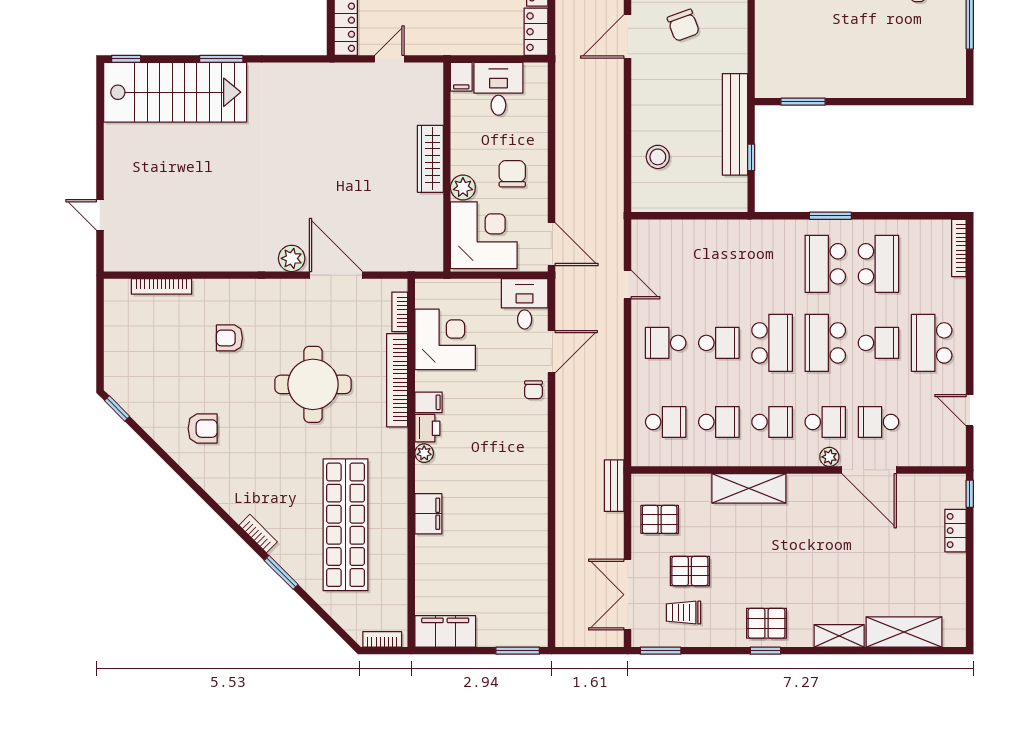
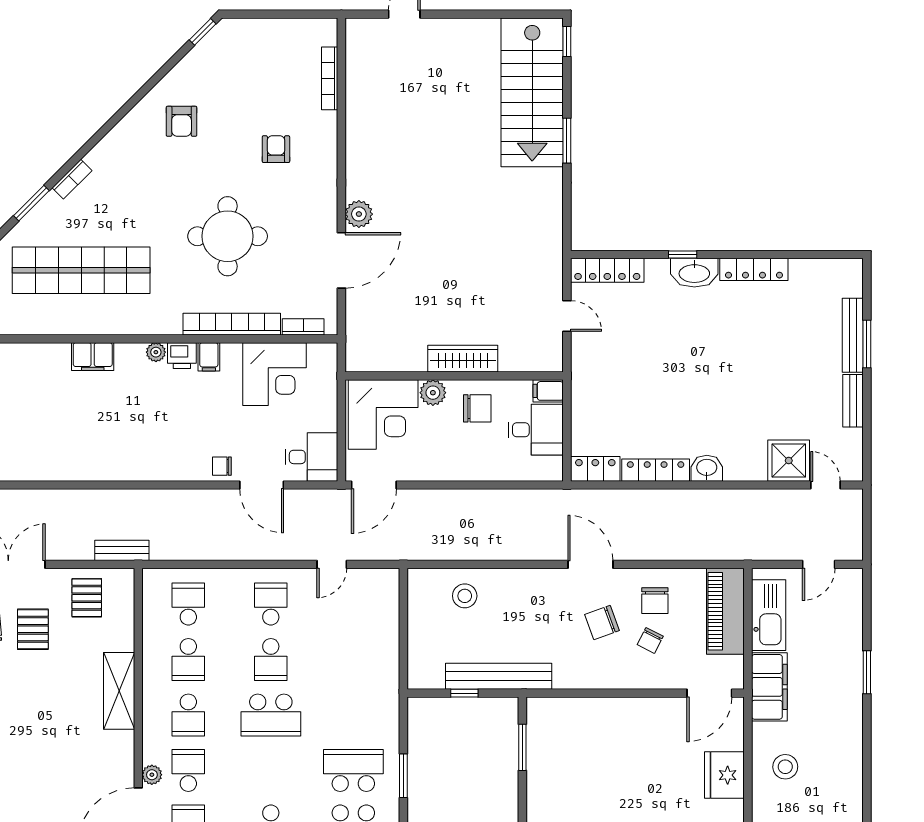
chair: (512, 174) -> (477, 408), moved
school desk: (825, 343) -> (271, 770), removed
school desk: (666, 422) -> (188, 604), turned 180
school desk: (825, 422) -> (188, 770), turned 180

